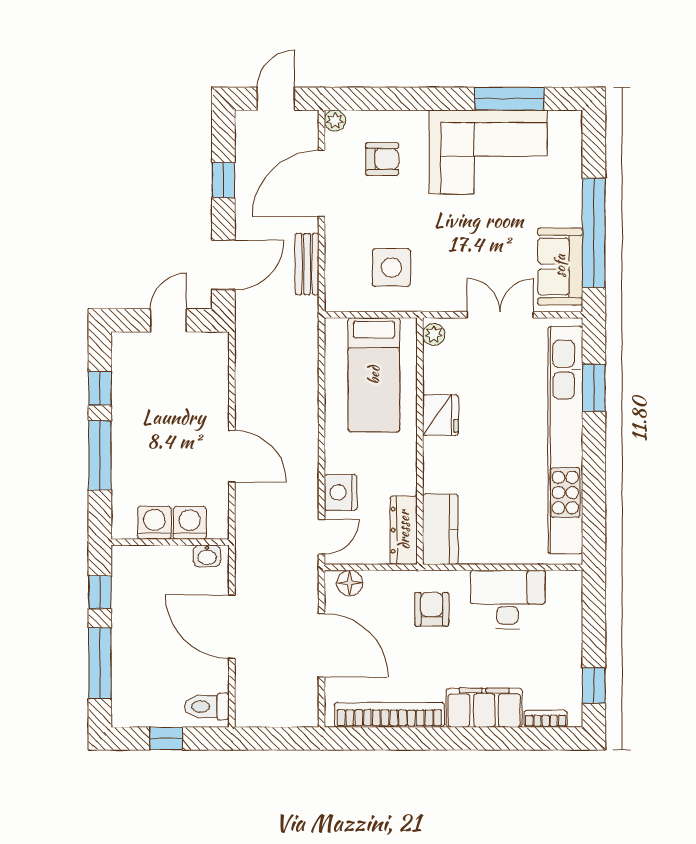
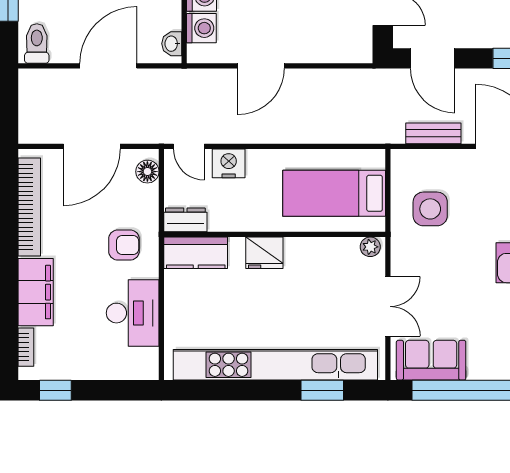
fridge: (440, 415) -> (264, 253), moved
dresser: (404, 530) -> (185, 220), width x0.70

